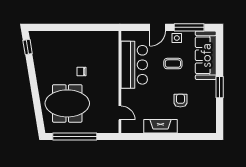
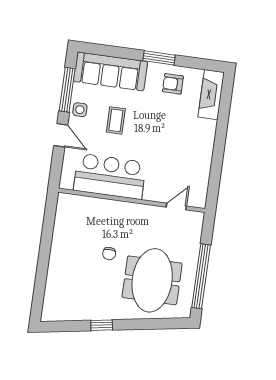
window: (28, 47) -> (102, 325), moved
armchair: (180, 101) -> (173, 84), moved
fireplace: (160, 126) -> (211, 95), moved

